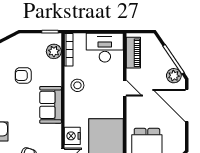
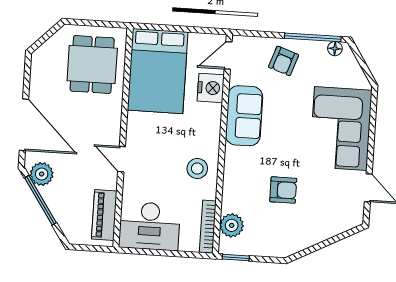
sofa: (51, 105) -> (244, 116), moved

